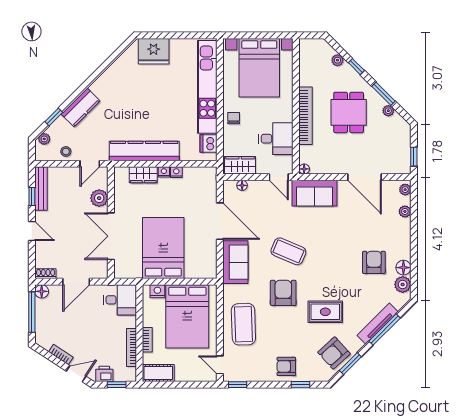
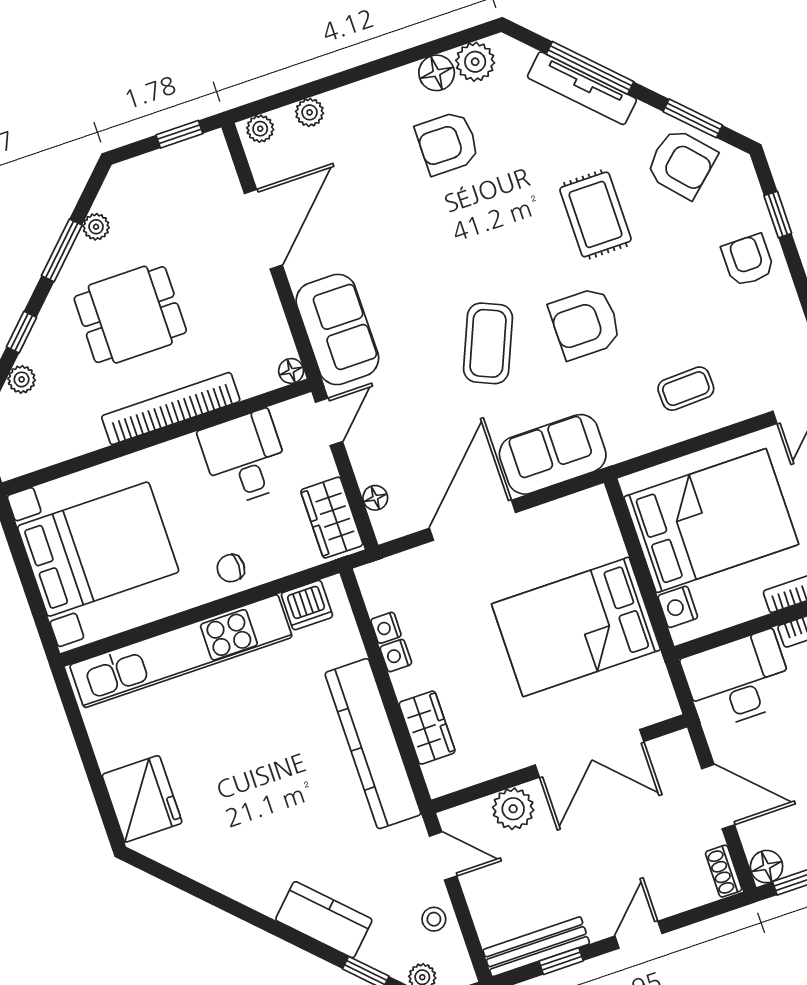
nightstand: (164, 172) -> (386, 628), moved
desk: (120, 300) -> (738, 680), width x1.37
coffee table: (243, 324) -> (686, 389), width x0.54, depth x0.58
armchair: (286, 366) -> (748, 260), turned 180

